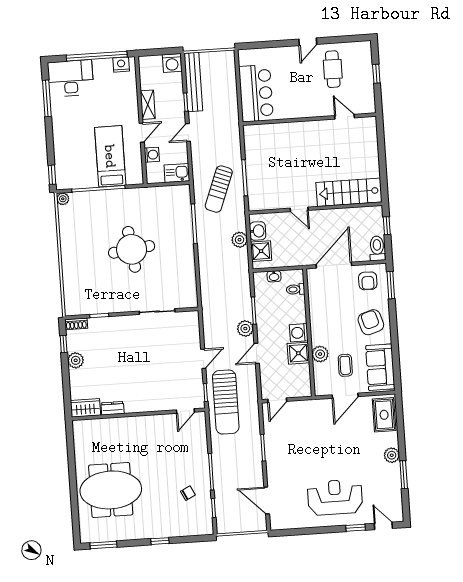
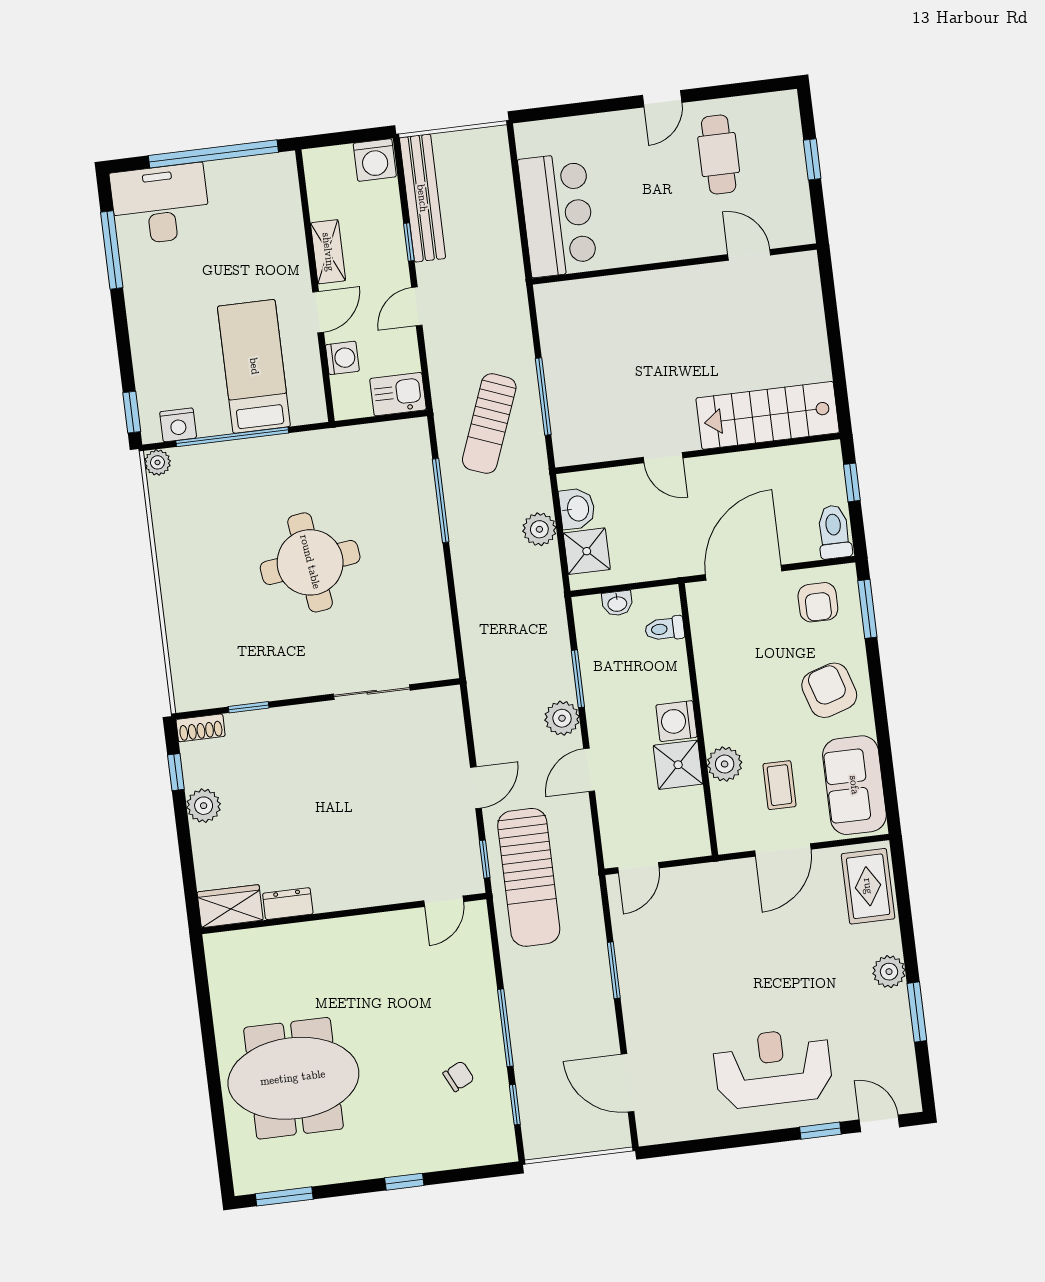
nightstand: (121, 65) -> (178, 425), moved, turned 180

